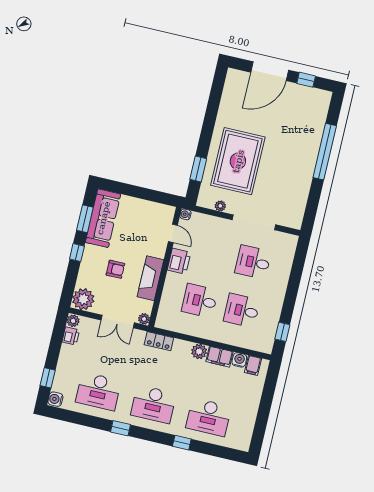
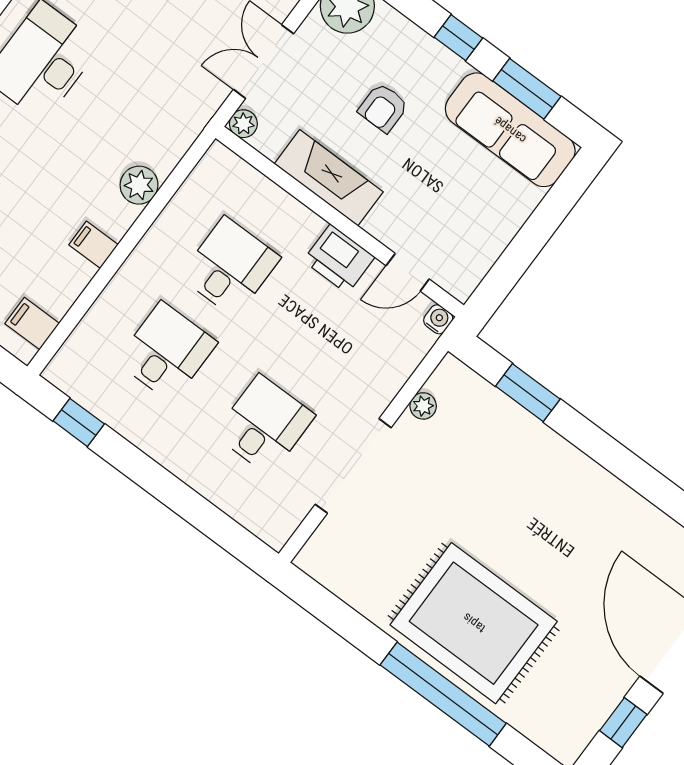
rug: (238, 161) -> (474, 623), moved
locker: (159, 341) -> (179, 135), removed
plant: (199, 351) -> (139, 185), moved
filing cabinet: (219, 357) -> (93, 245), width x0.50
water cooler: (239, 360) -> (58, 298), removed

